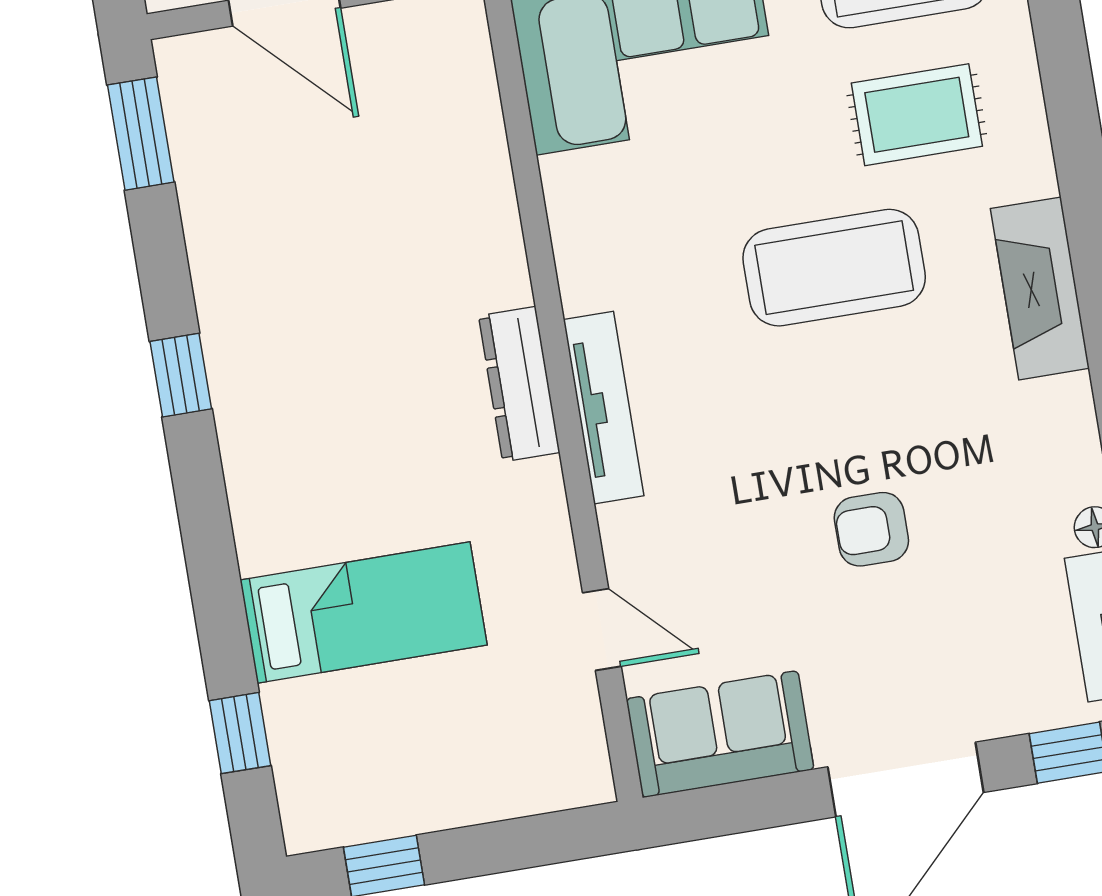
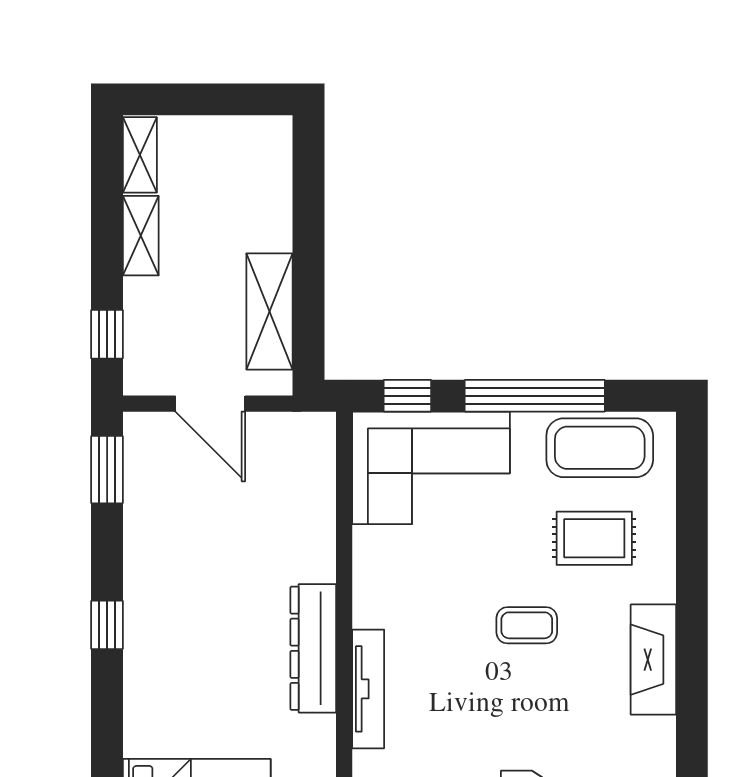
coffee table: (834, 268) -> (527, 625), width x0.54, depth x0.58
dresser: (519, 384) -> (313, 648), width x1.37, depth x1.24

